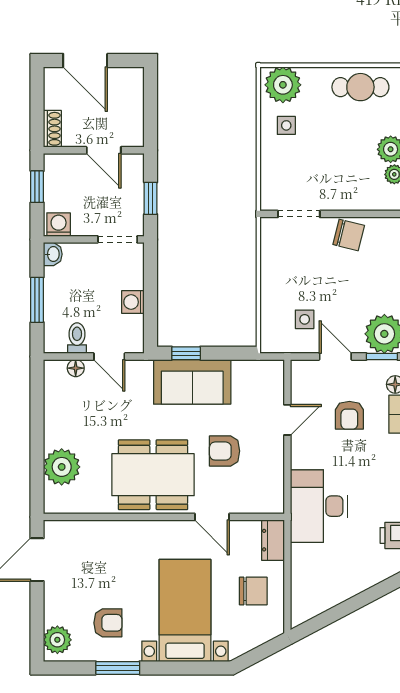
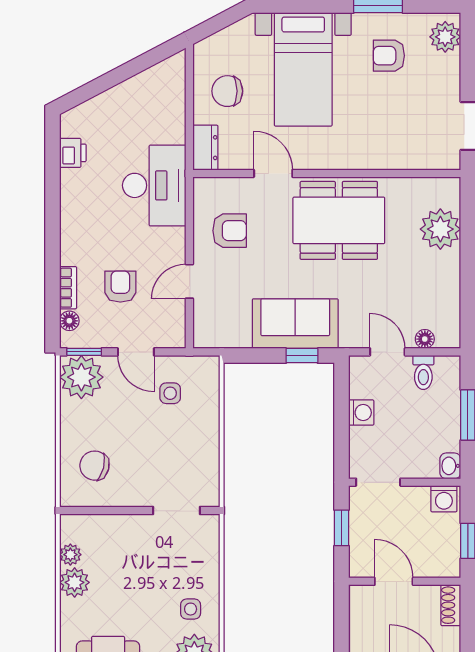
chair: (349, 235) -> (94, 466), moved
armchair: (225, 451) -> (230, 231), moved

